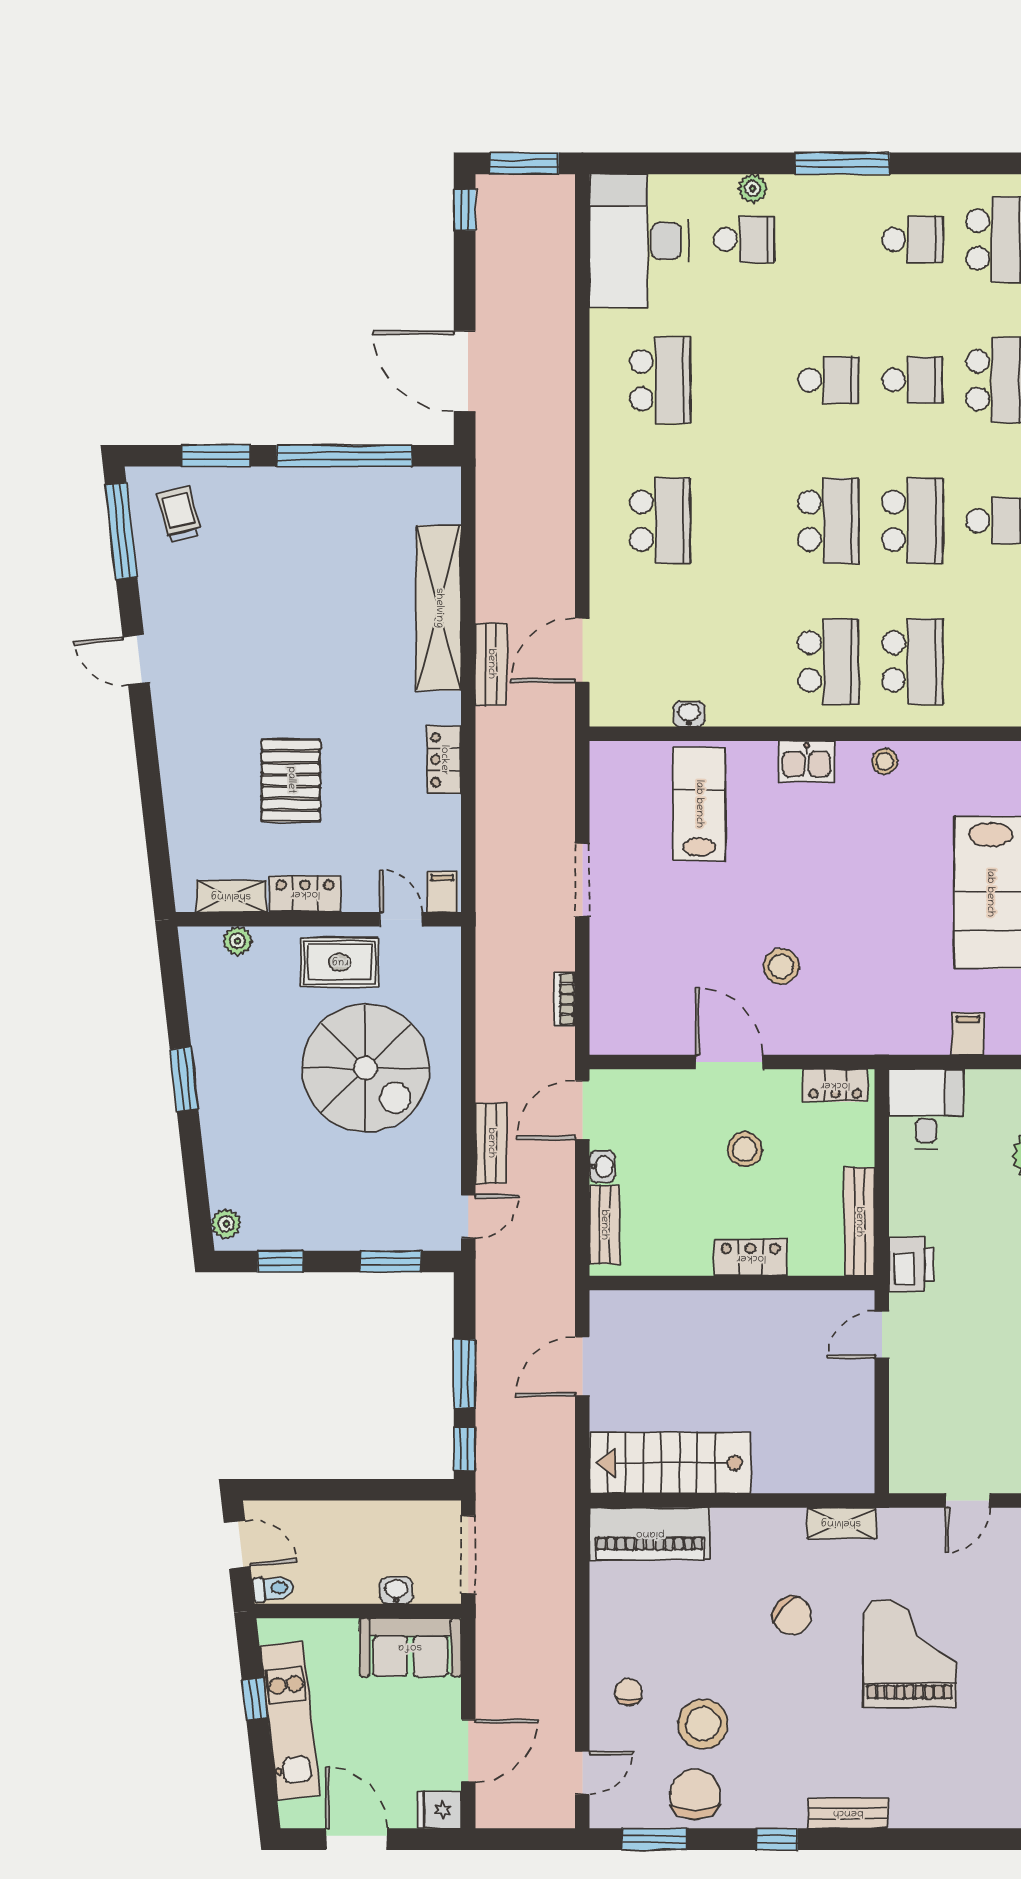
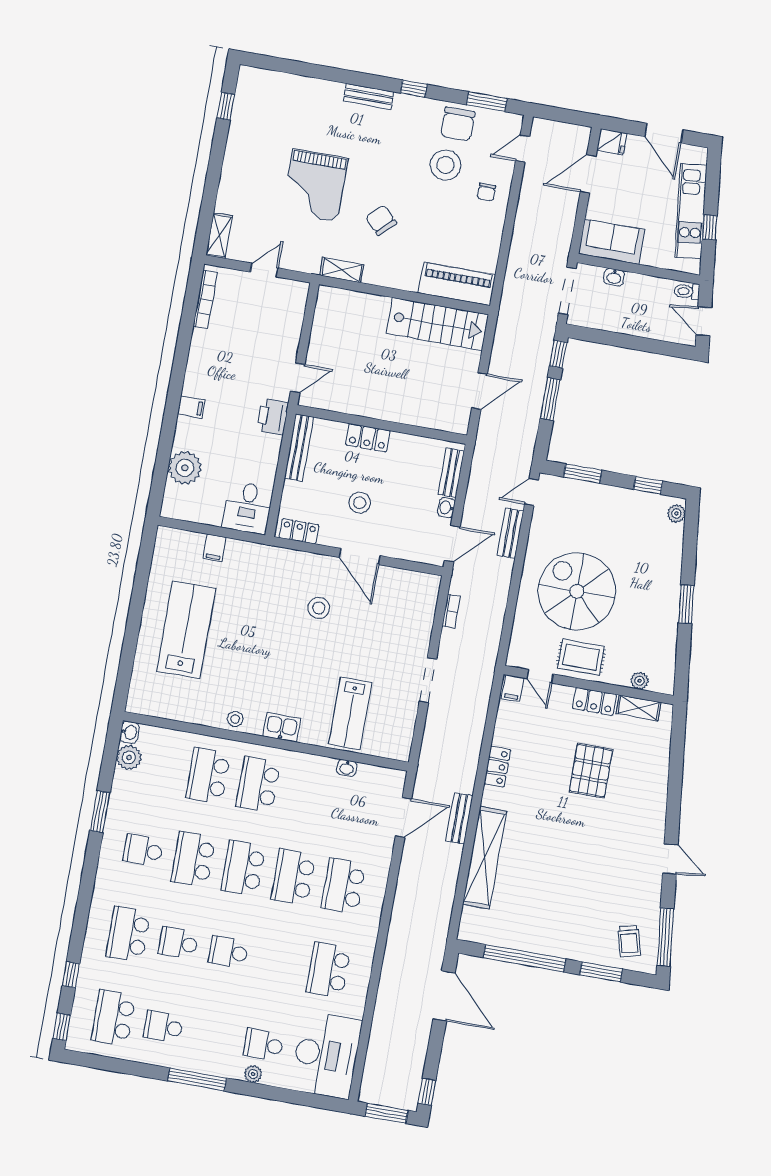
school desk: (744, 521) -> (293, 877), added

